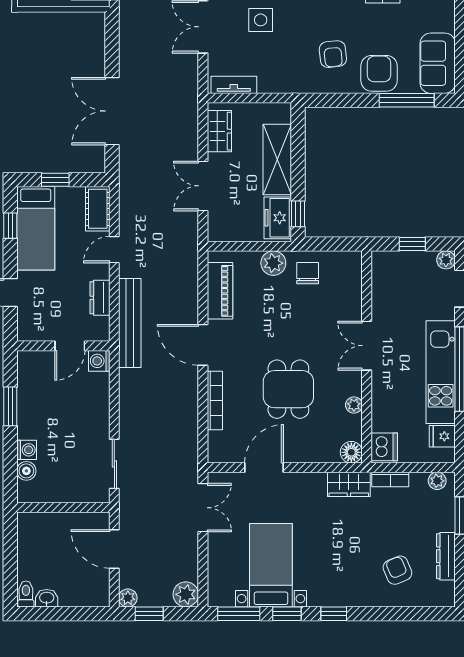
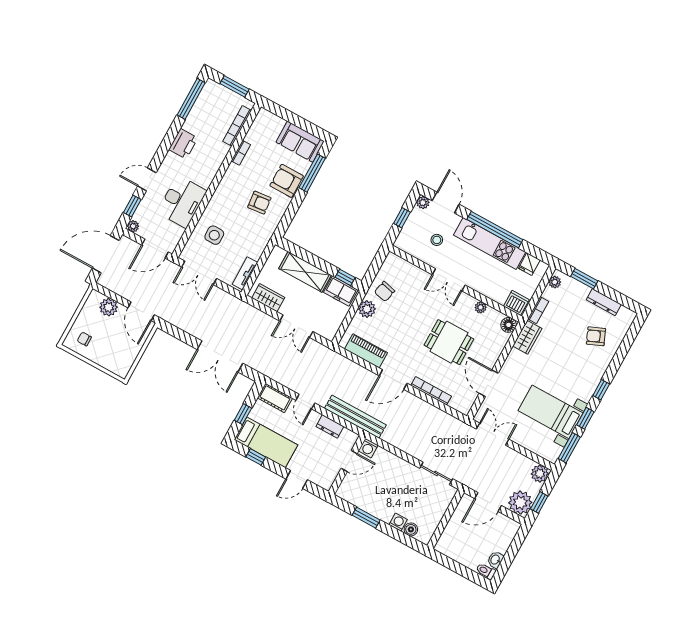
chair: (308, 273) -> (385, 291), turned -77
stool: (409, 303) -> (437, 240), added
door: (70, 346) -> (349, 461), hinge flipped
plant: (128, 598) -> (520, 503), width x1.88, depth x1.88

